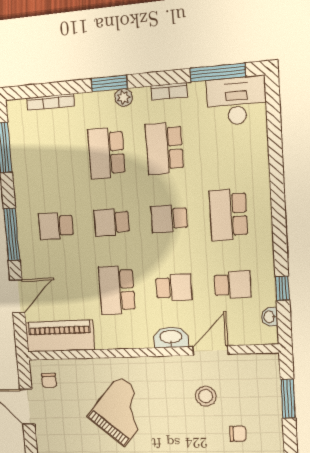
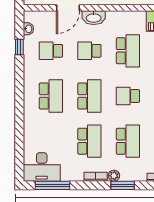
bookcase: (169, 91) -> (96, 177), moved
school desk: (169, 219) -> (89, 96), width x1.85
school desk: (112, 222) -> (128, 96), turned 180

